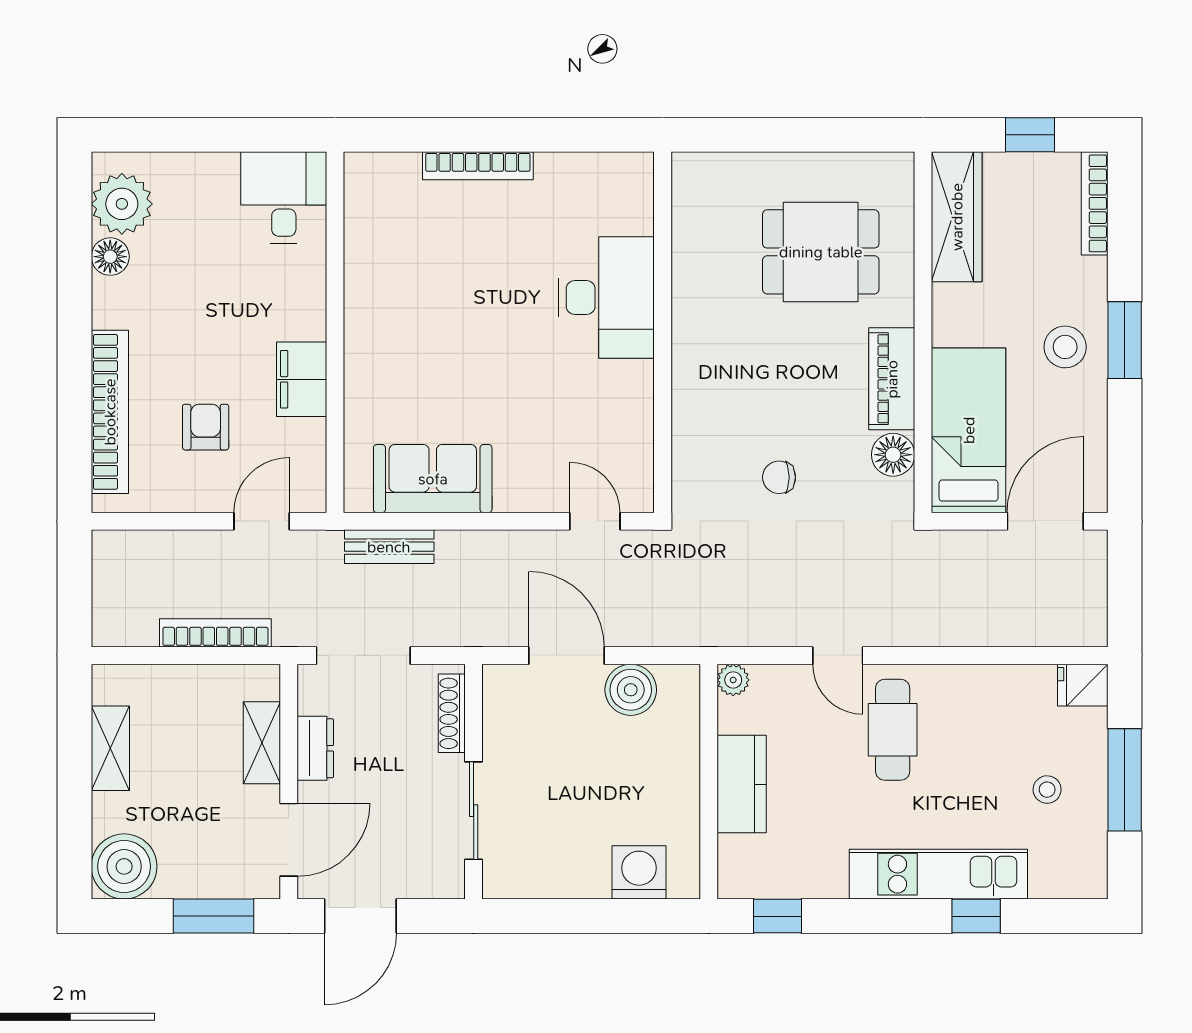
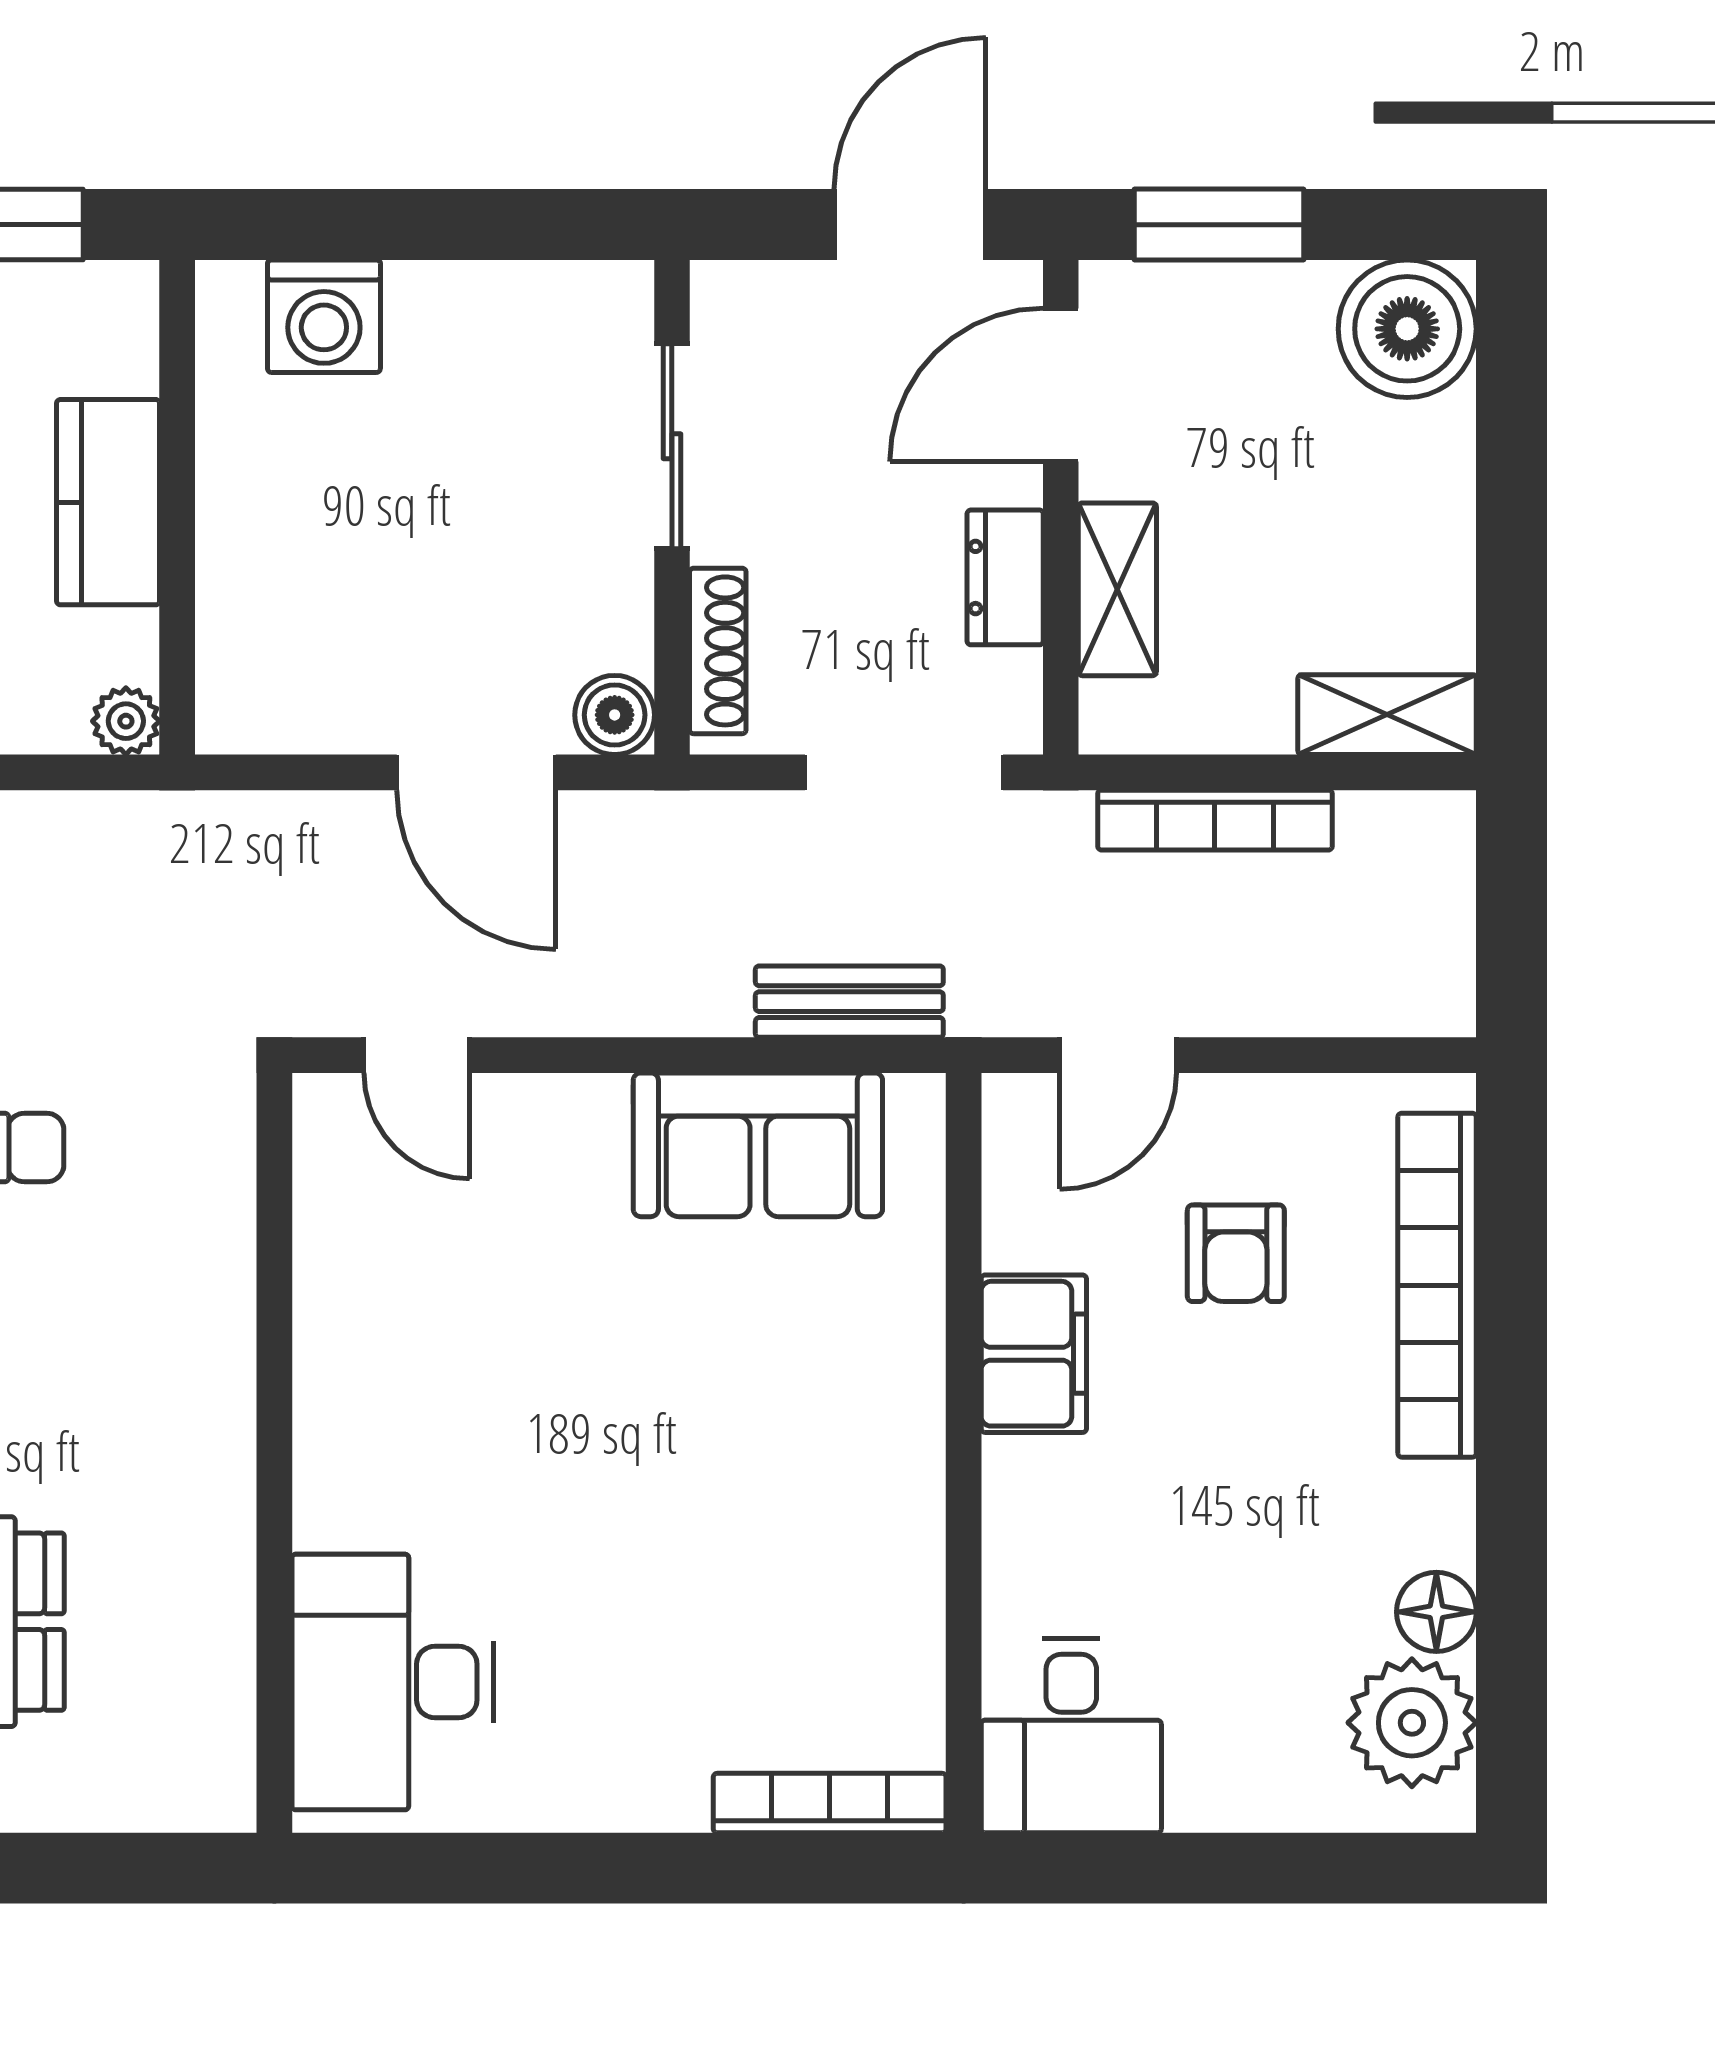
bookcase: (478, 166) -> (830, 1803), moved
desk: (606, 297) -> (393, 1682), moved
boiler: (631, 690) -> (615, 715), moved, width x0.73, depth x0.73
shelving: (110, 748) -> (1387, 715), moved, turned 90

